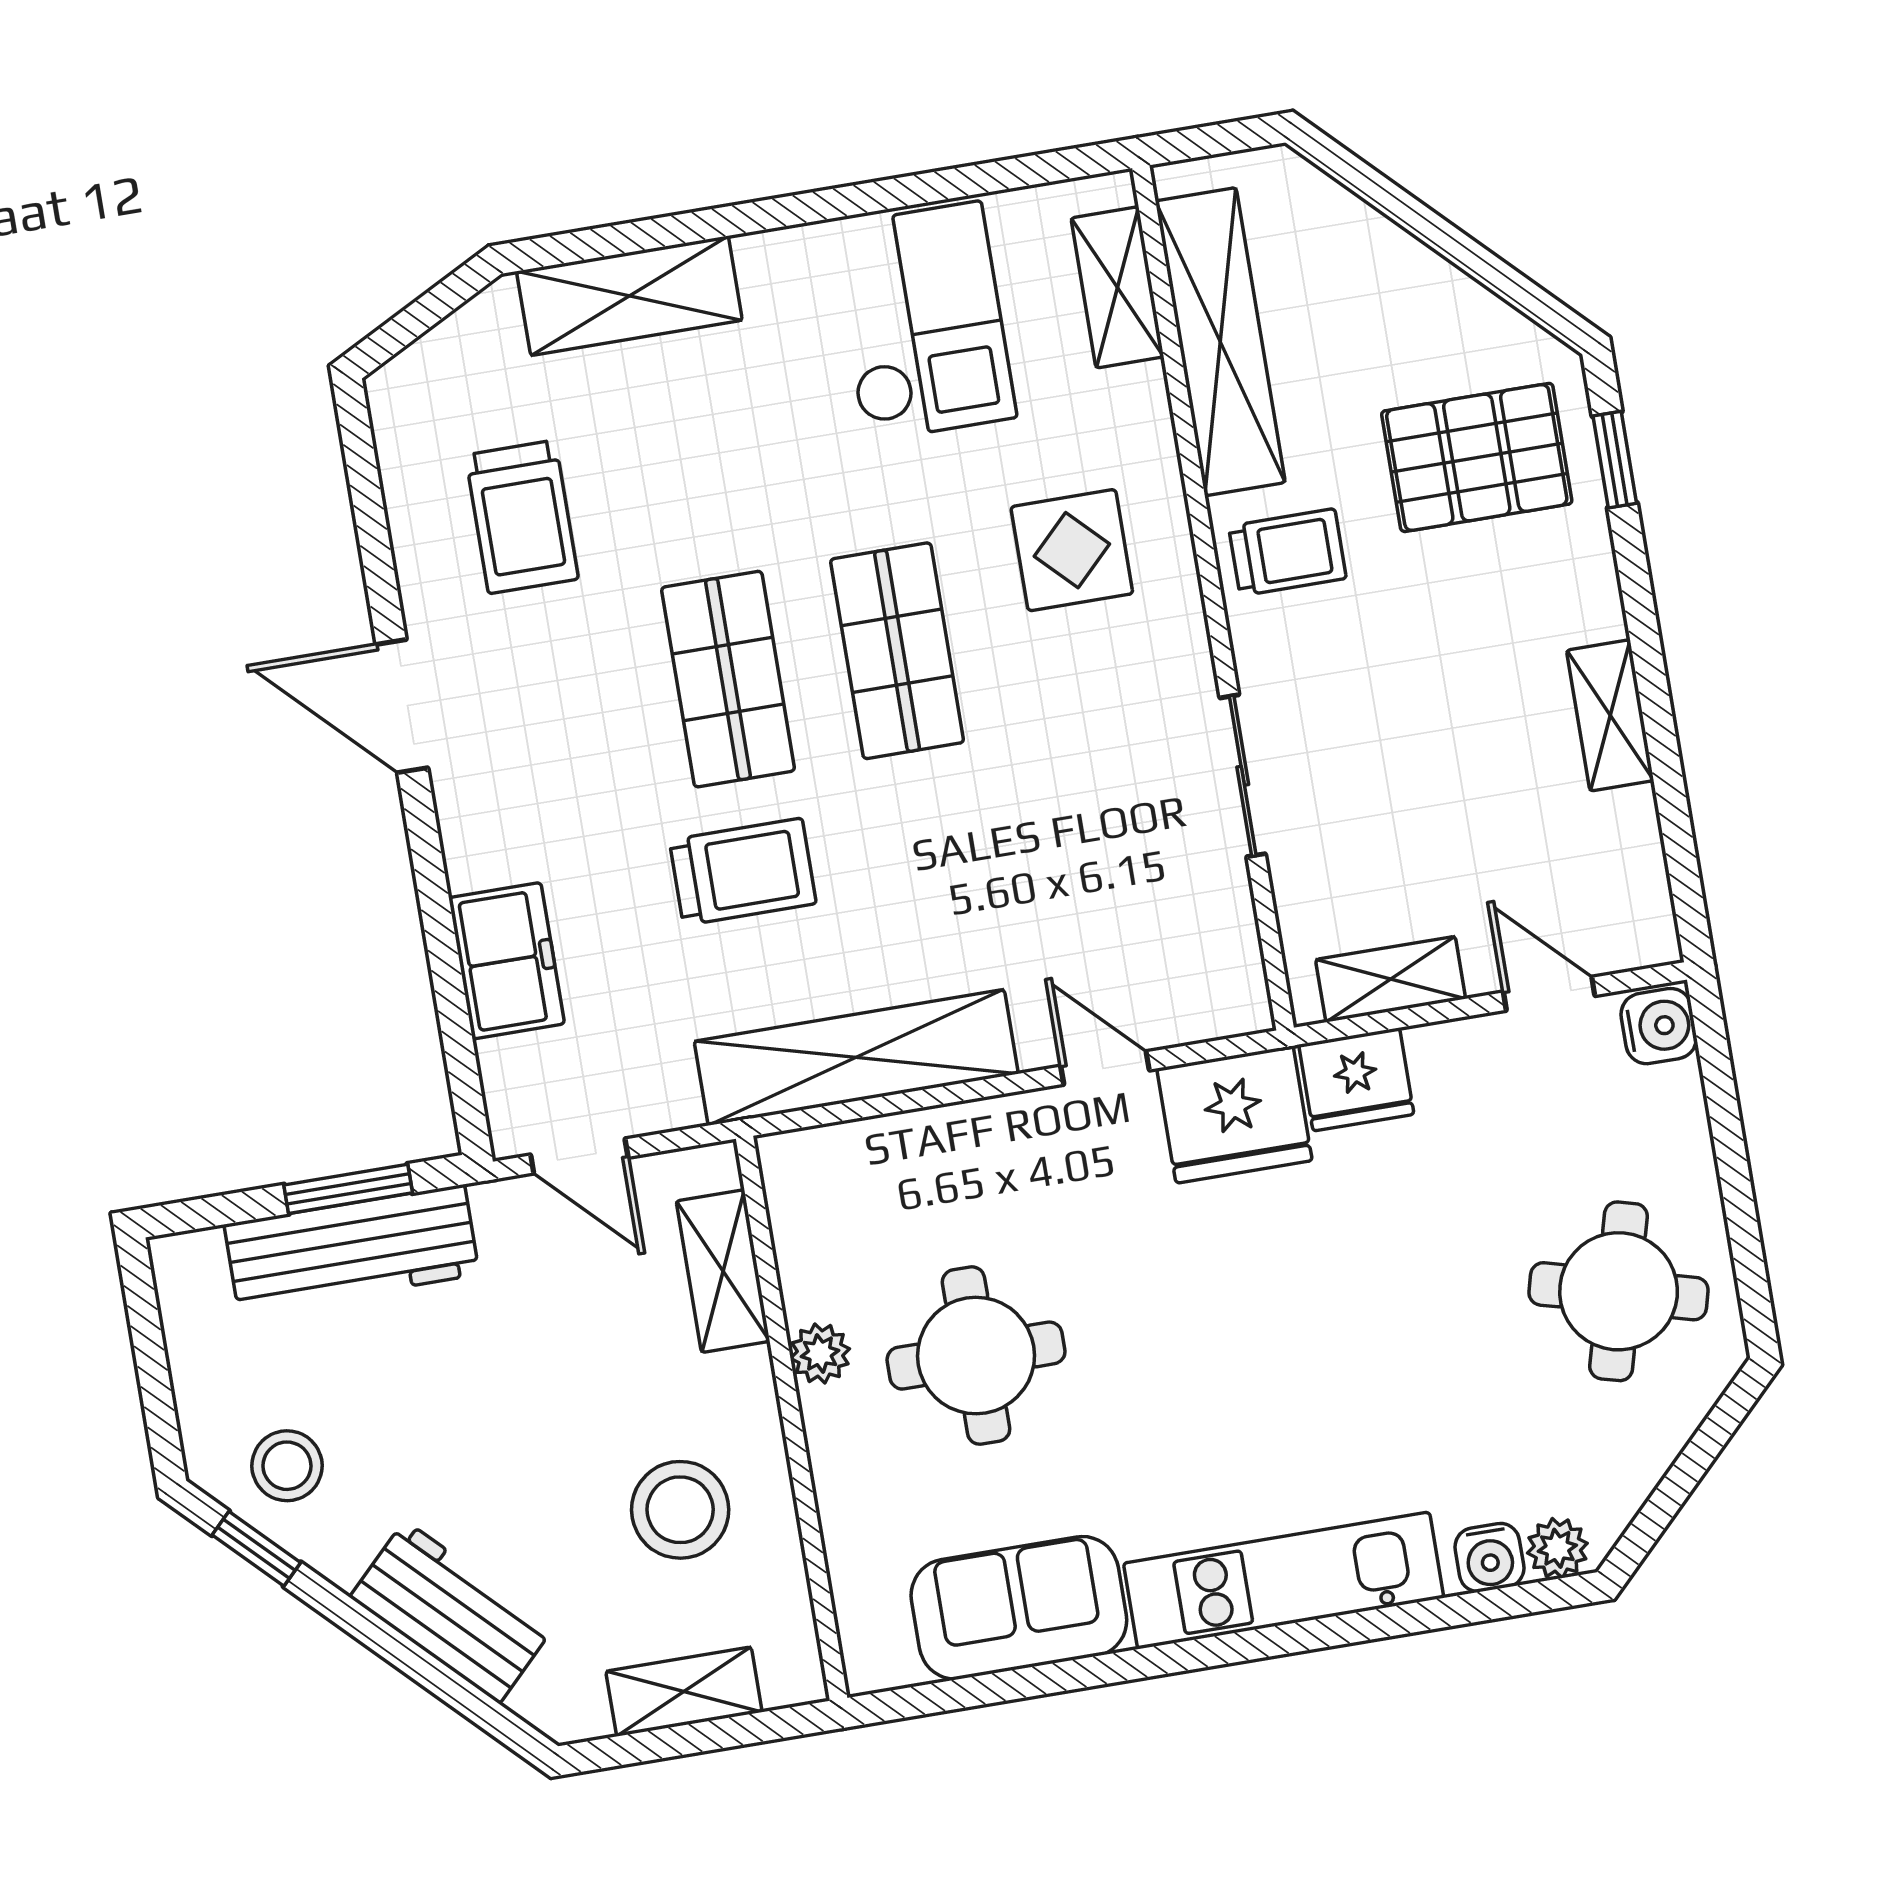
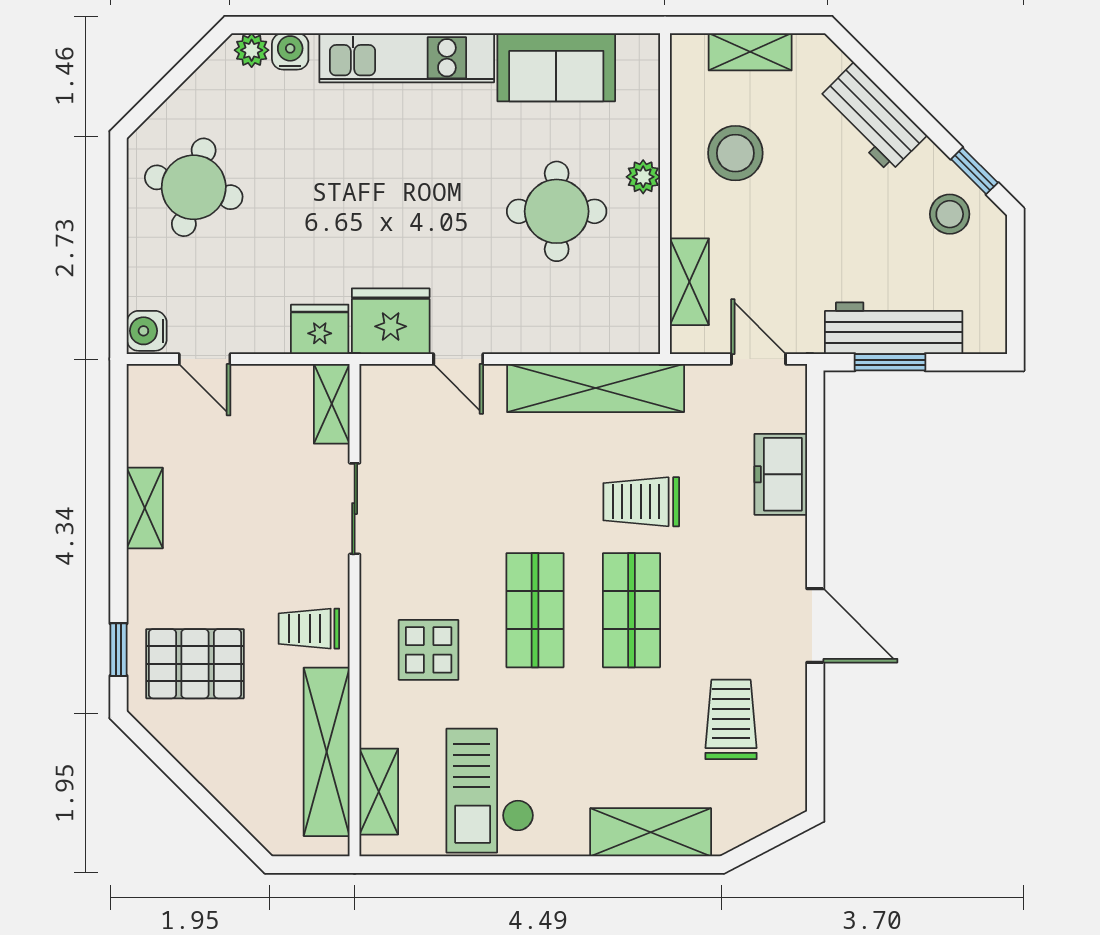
shelving: (1391, 979) -> (332, 404), moved, turned 90
plant: (820, 1353) -> (643, 177), moved

